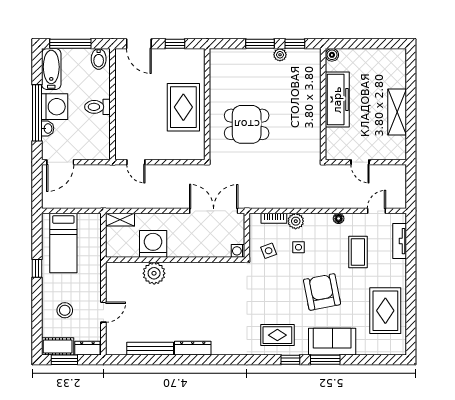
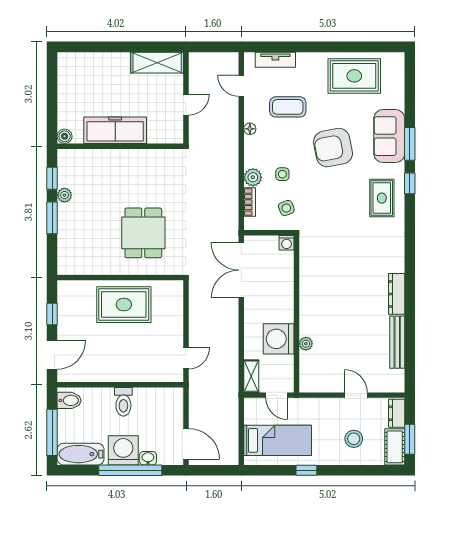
shelving: (397, 112) -> (157, 63), moved
door: (103, 242) -> (277, 395), added
plant: (154, 273) -> (306, 344), width x0.53, depth x0.53

